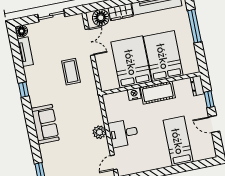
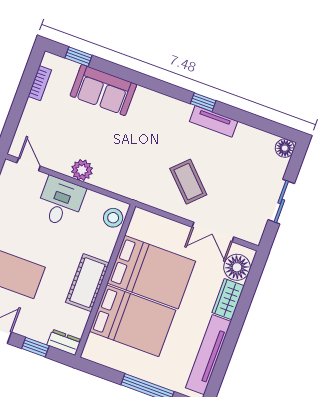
tv unit: (25, 52) -> (214, 121), moved
coffee table: (71, 72) -> (188, 182), turned 45
nightstand: (134, 94) -> (105, 249), removed
stool: (115, 100) -> (113, 218), added
sofa: (45, 124) -> (103, 90), moved

